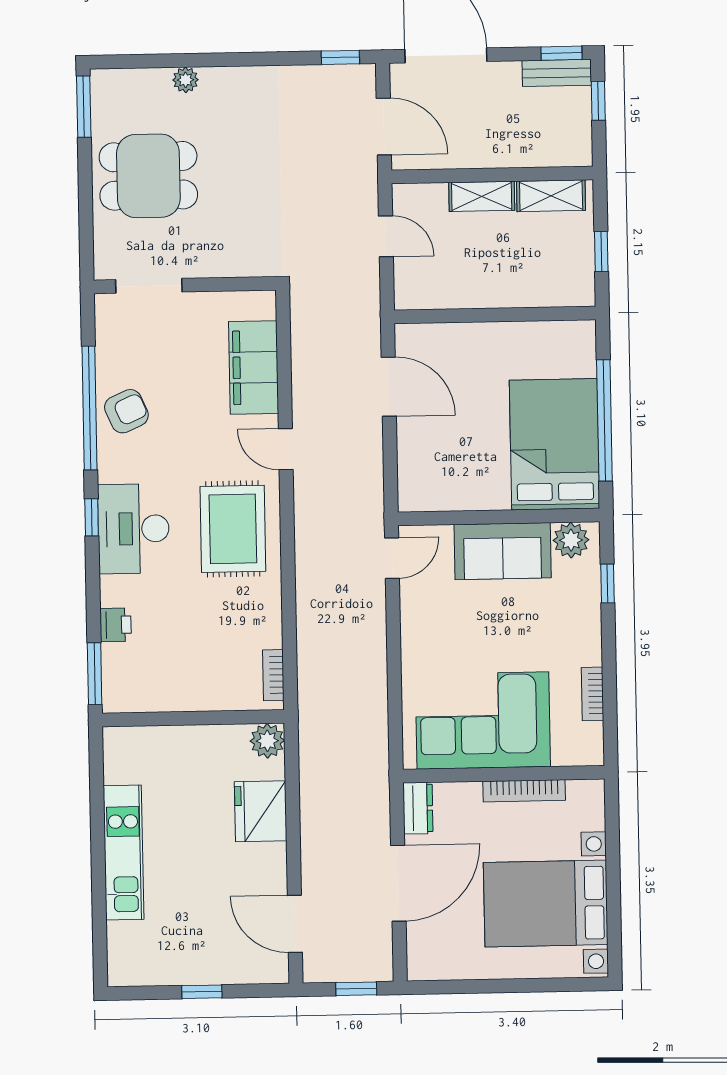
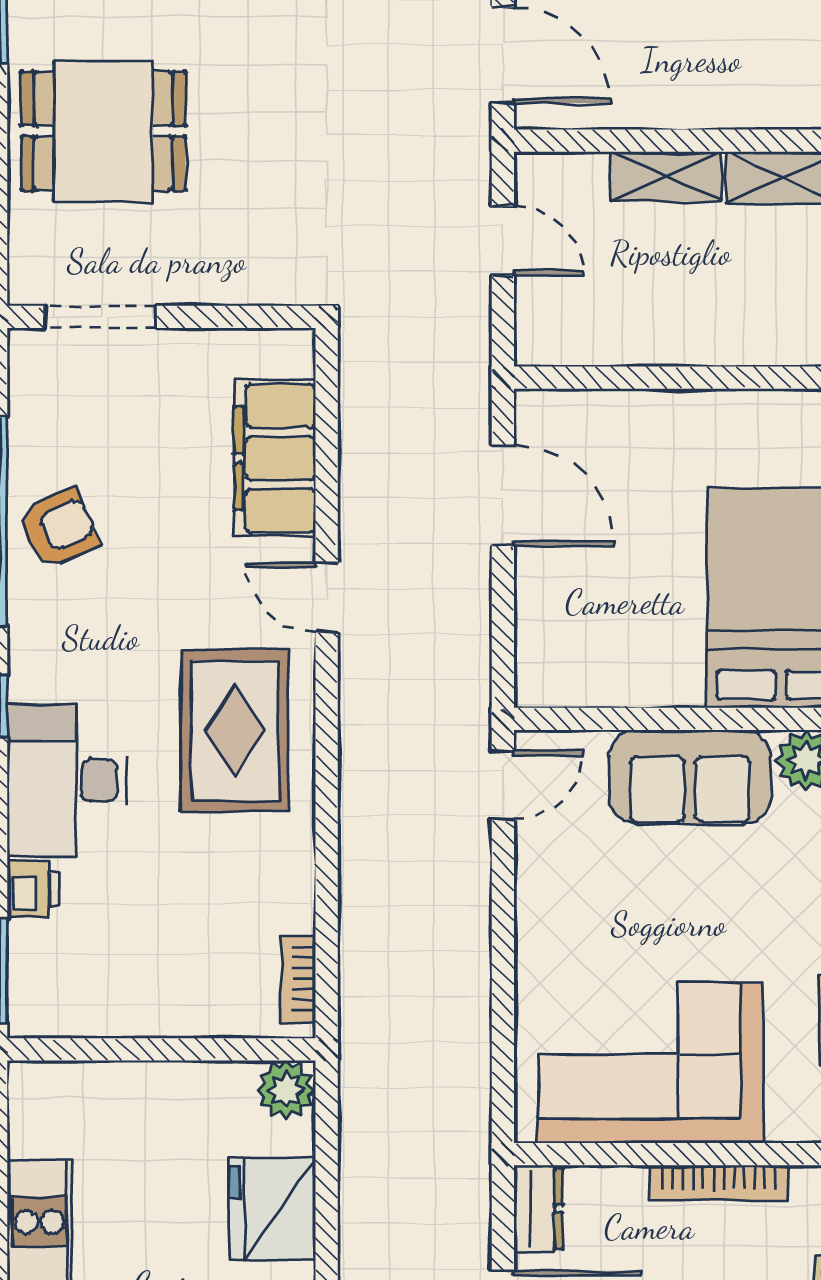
desk: (134, 529) -> (67, 780), moved

